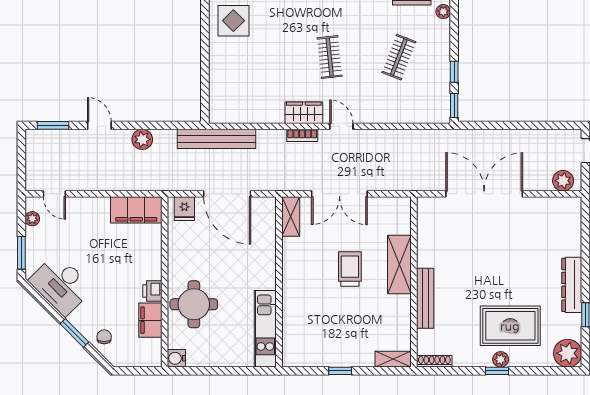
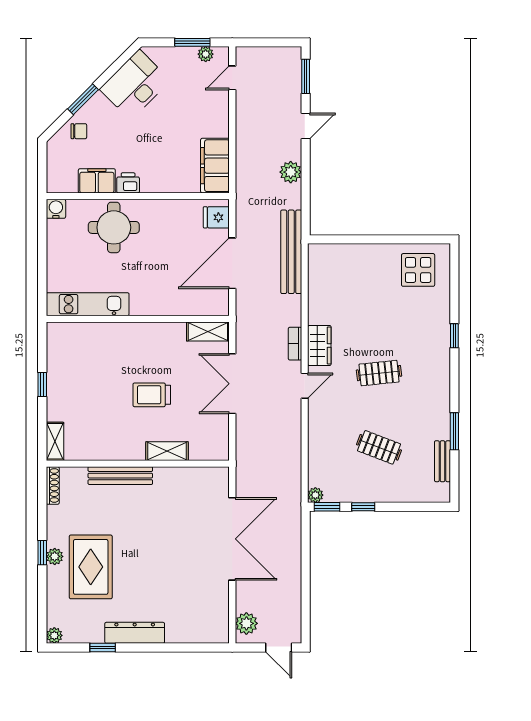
plant: (443, 12) -> (315, 495), moved
window: (21, 253) -> (192, 42), moved
shelving: (399, 264) -> (167, 451), width x0.67, depth x0.75
trolley: (350, 269) -> (152, 395), turned 180
plant: (568, 353) -> (54, 635), width x0.53, depth x0.53

